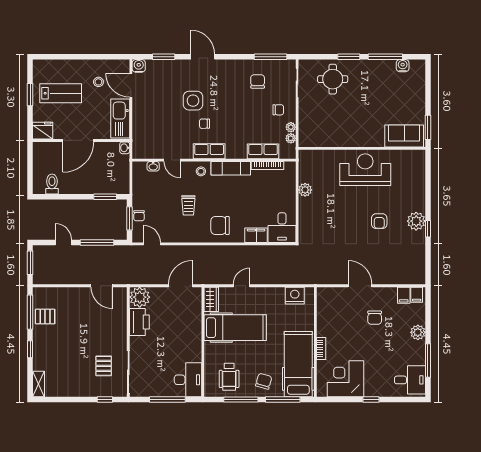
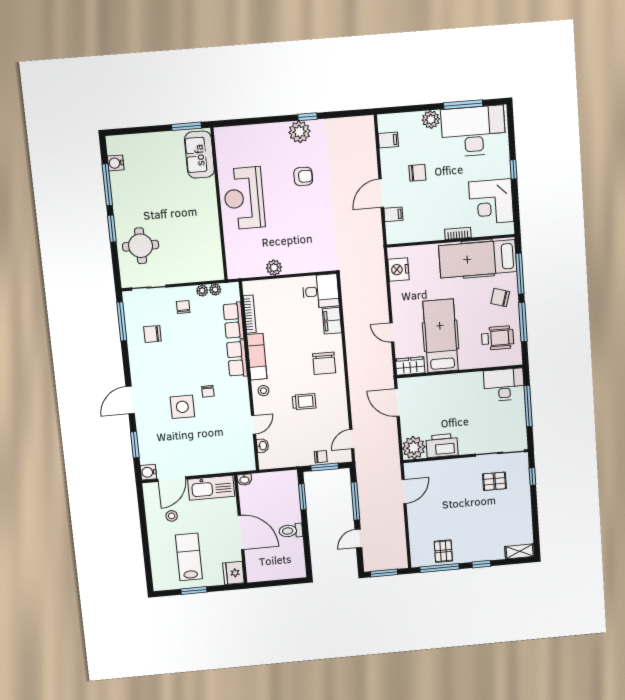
row of seats: (209, 151) -> (237, 359), moved
toilet: (52, 184) -> (291, 531), moved
filing cabinet: (417, 295) -> (393, 214), moved
desk: (410, 380) -> (473, 131), width x1.87, depth x1.30

